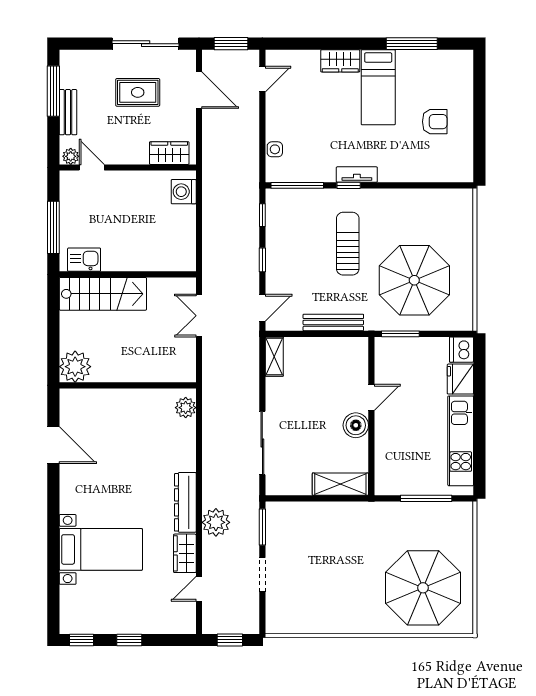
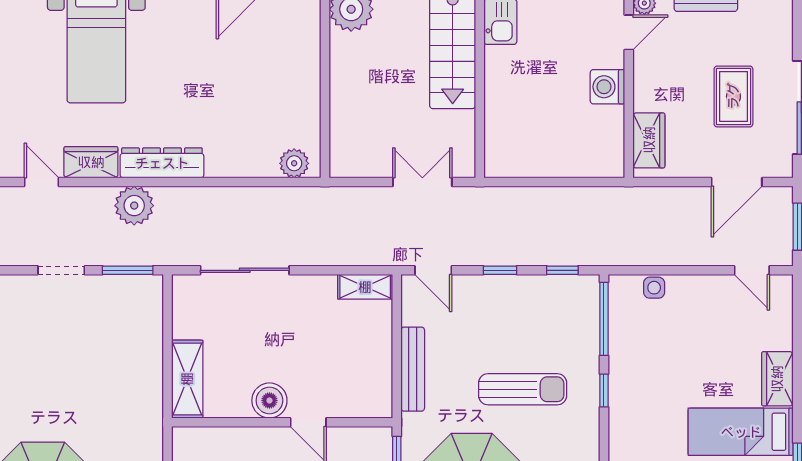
tv unit: (357, 175) -> (619, 402), removed
washing machine: (184, 192) -> (607, 87), moved, turned -90

